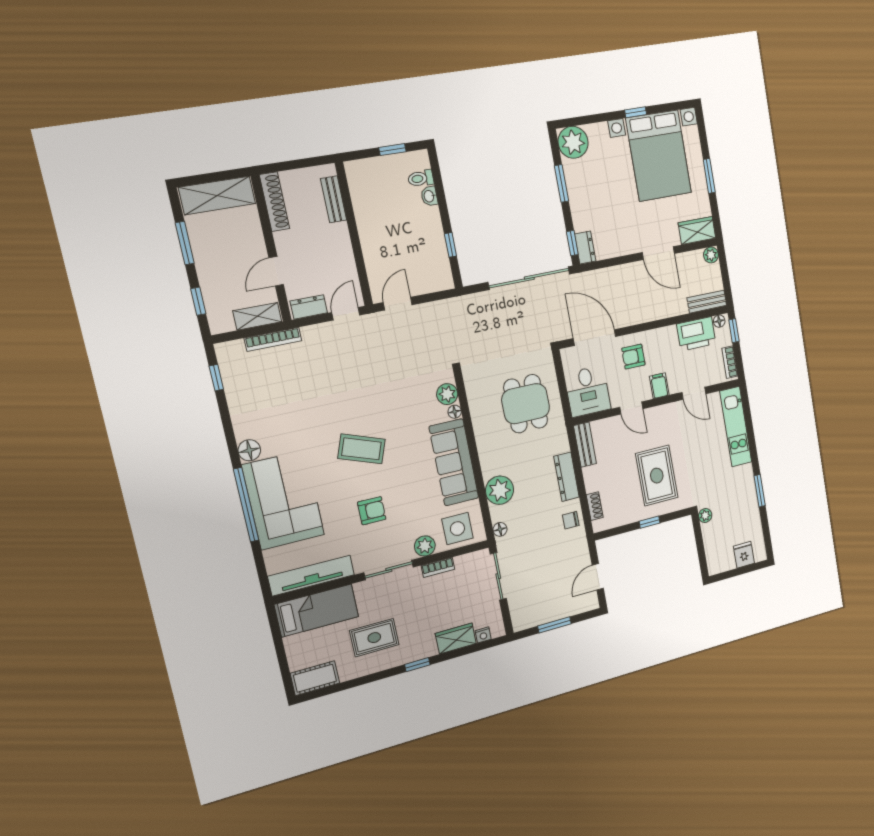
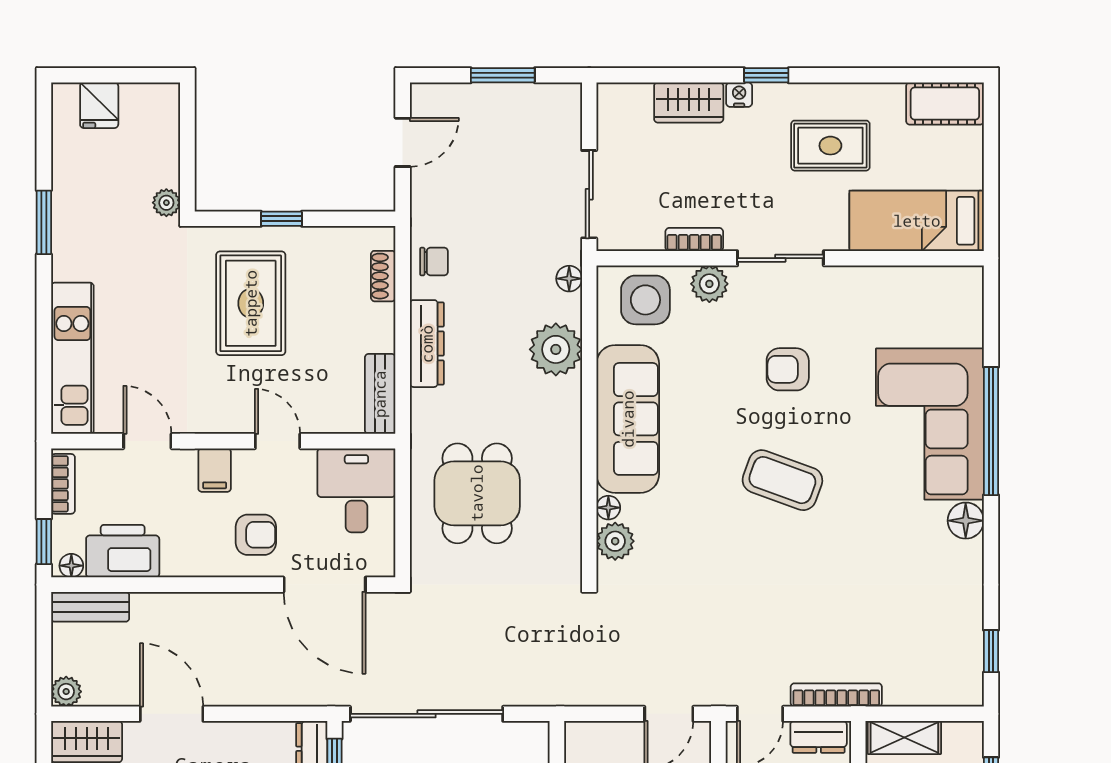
bookcase: (273, 339) -> (836, 695), moved
tv unit: (311, 576) -> (912, 284), removed
nightstand: (483, 635) -> (739, 95), moved

